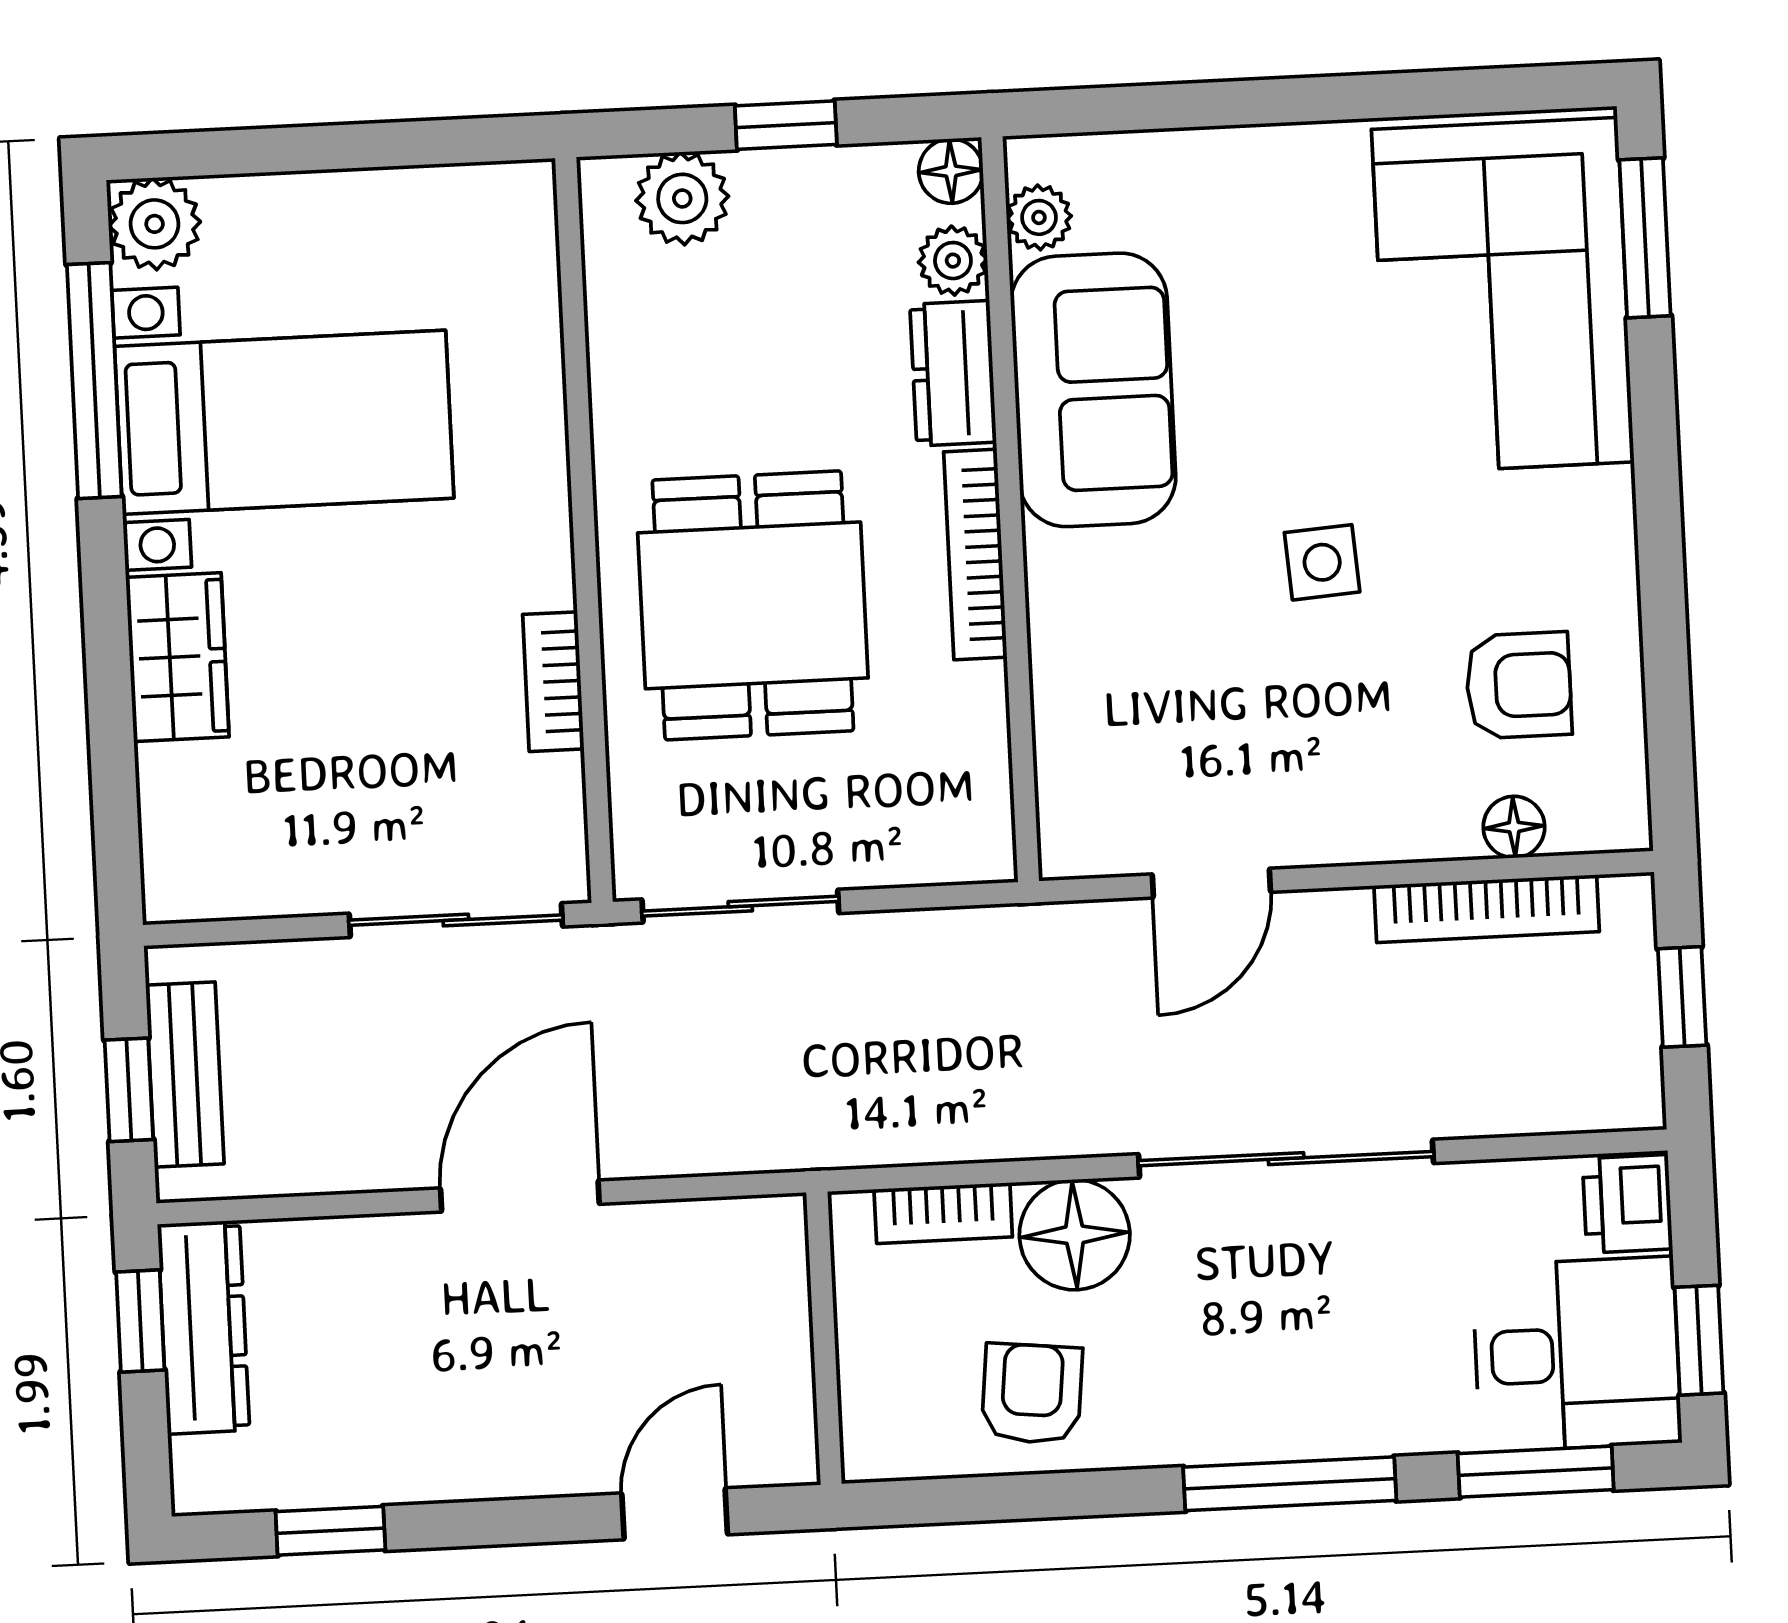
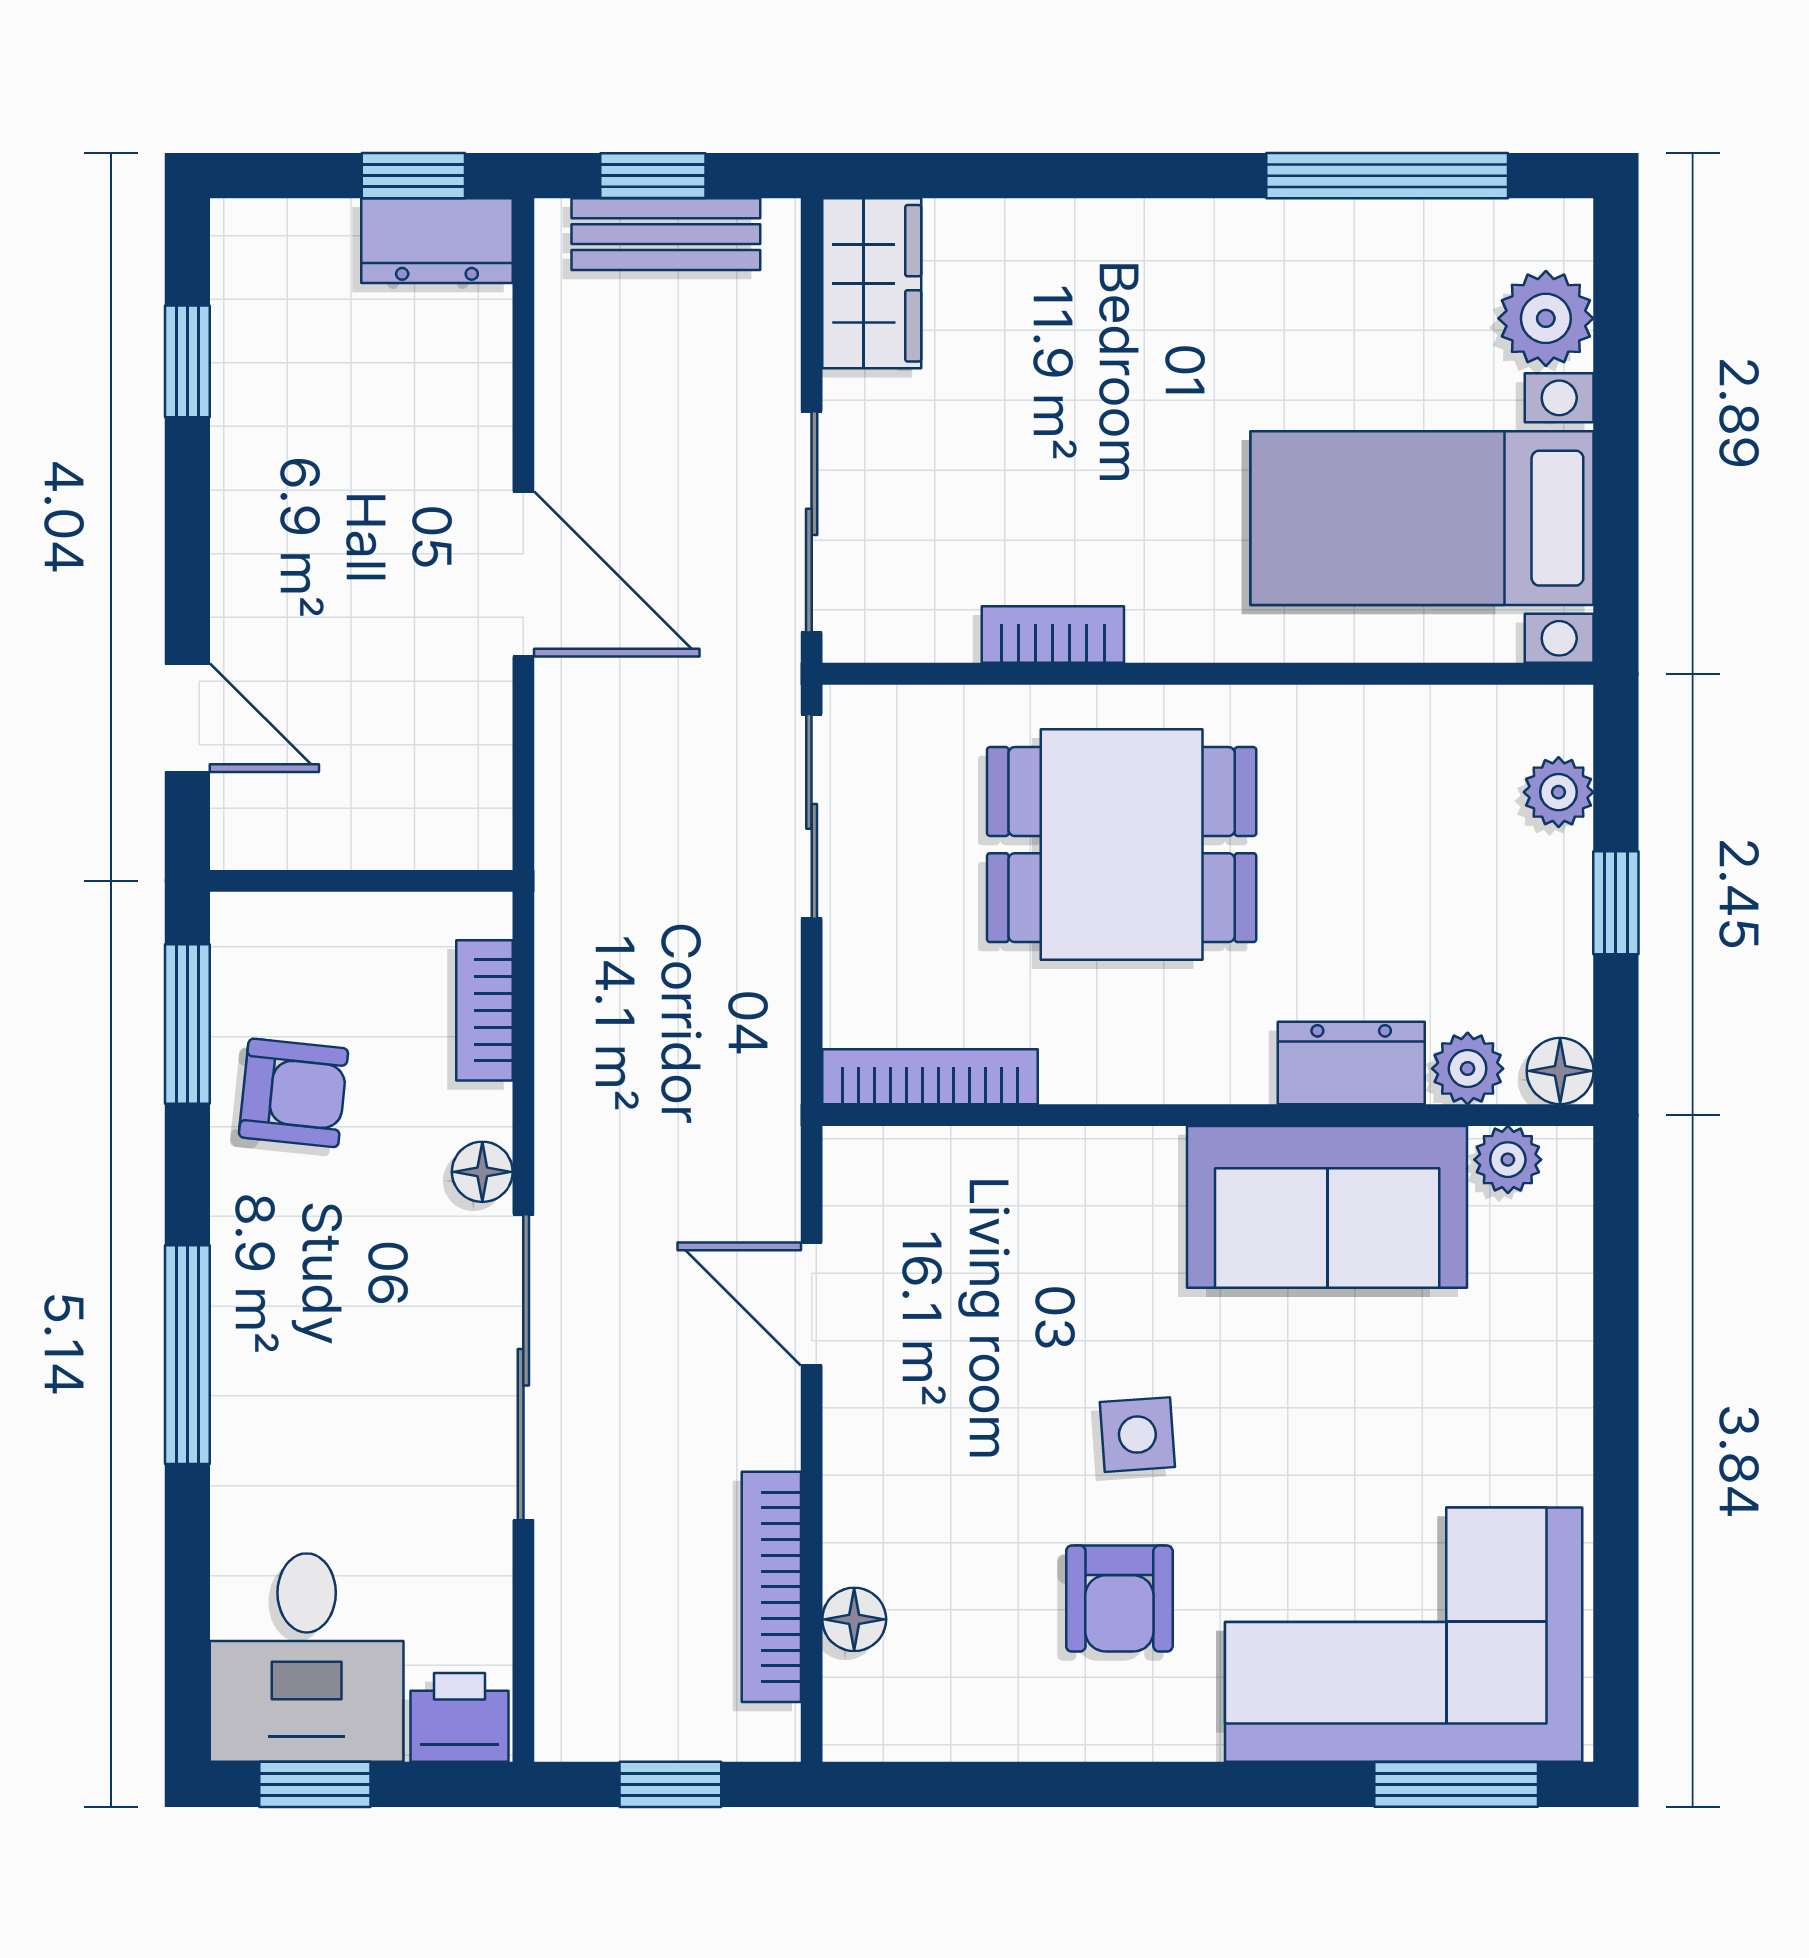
plant: (682, 198) -> (1559, 792), width x0.73, depth x0.73
plant: (155, 224) -> (1546, 318), moved
bed with nightstands: (284, 422) -> (1422, 518), moved, turned 90
bookcase: (975, 554) -> (930, 1077), moved
wardrobe: (177, 657) -> (872, 283), moved, turned -90
armchair: (1519, 685) -> (1119, 1599), moved
floor lamp: (1075, 1235) -> (482, 1172), width x0.53, depth x0.53
dresser: (204, 1327) -> (437, 241), width x0.70
window: (1536, 1472) -> (187, 1024), moved

